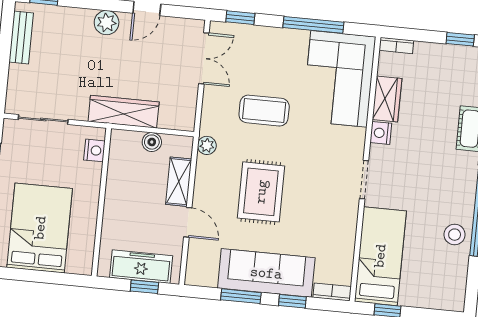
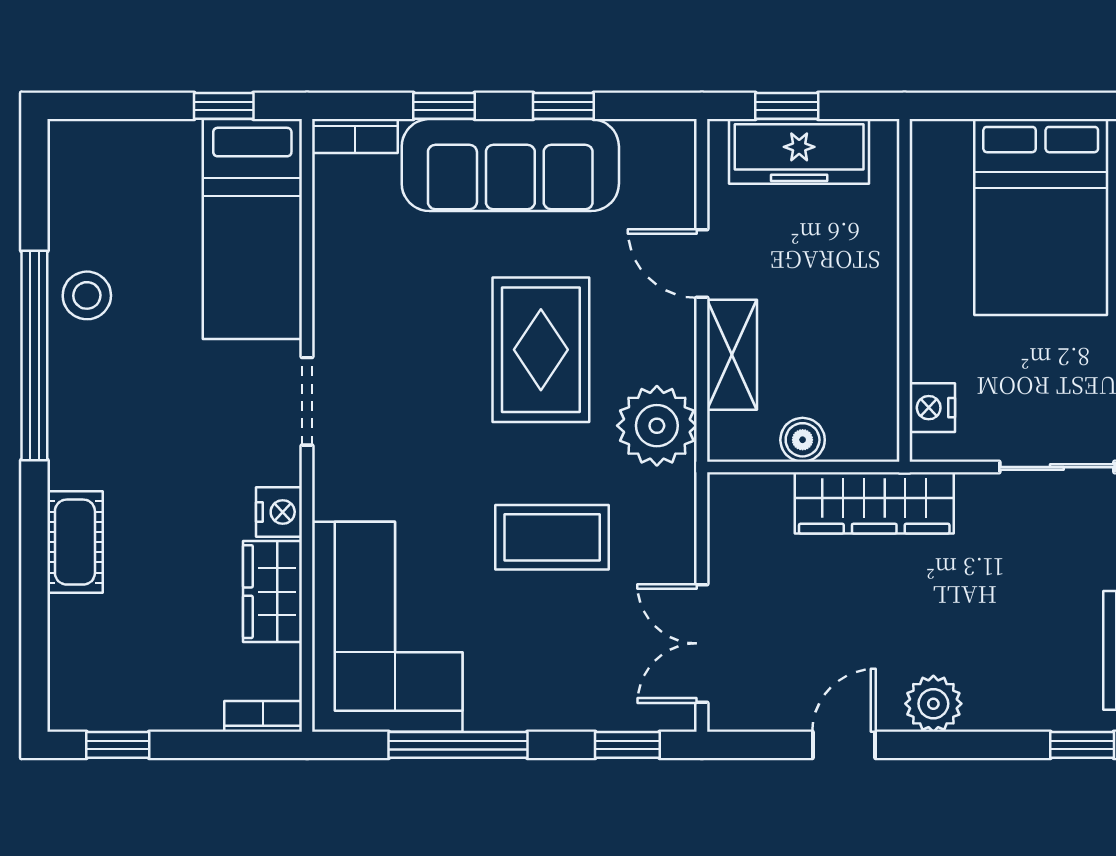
plant: (207, 145) -> (657, 426), width x1.88, depth x1.88
window: (241, 296) -> (563, 106), width x0.67

